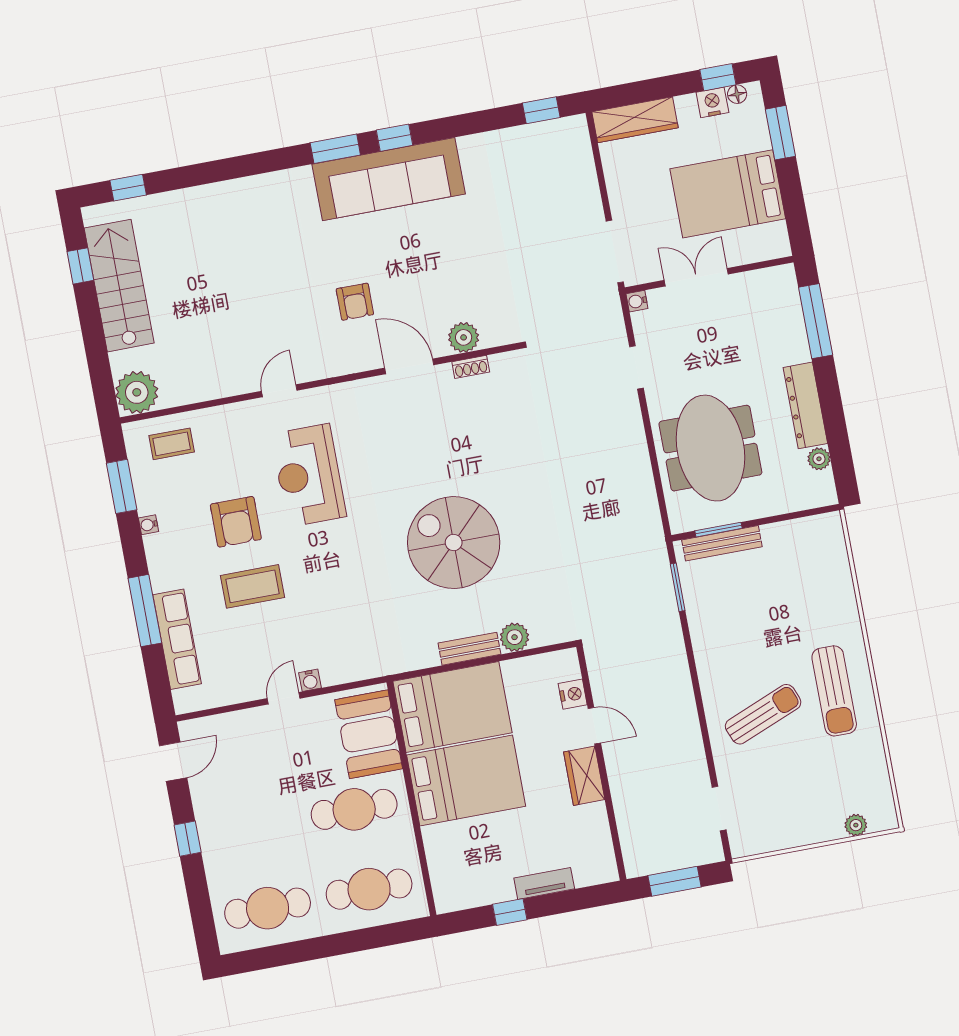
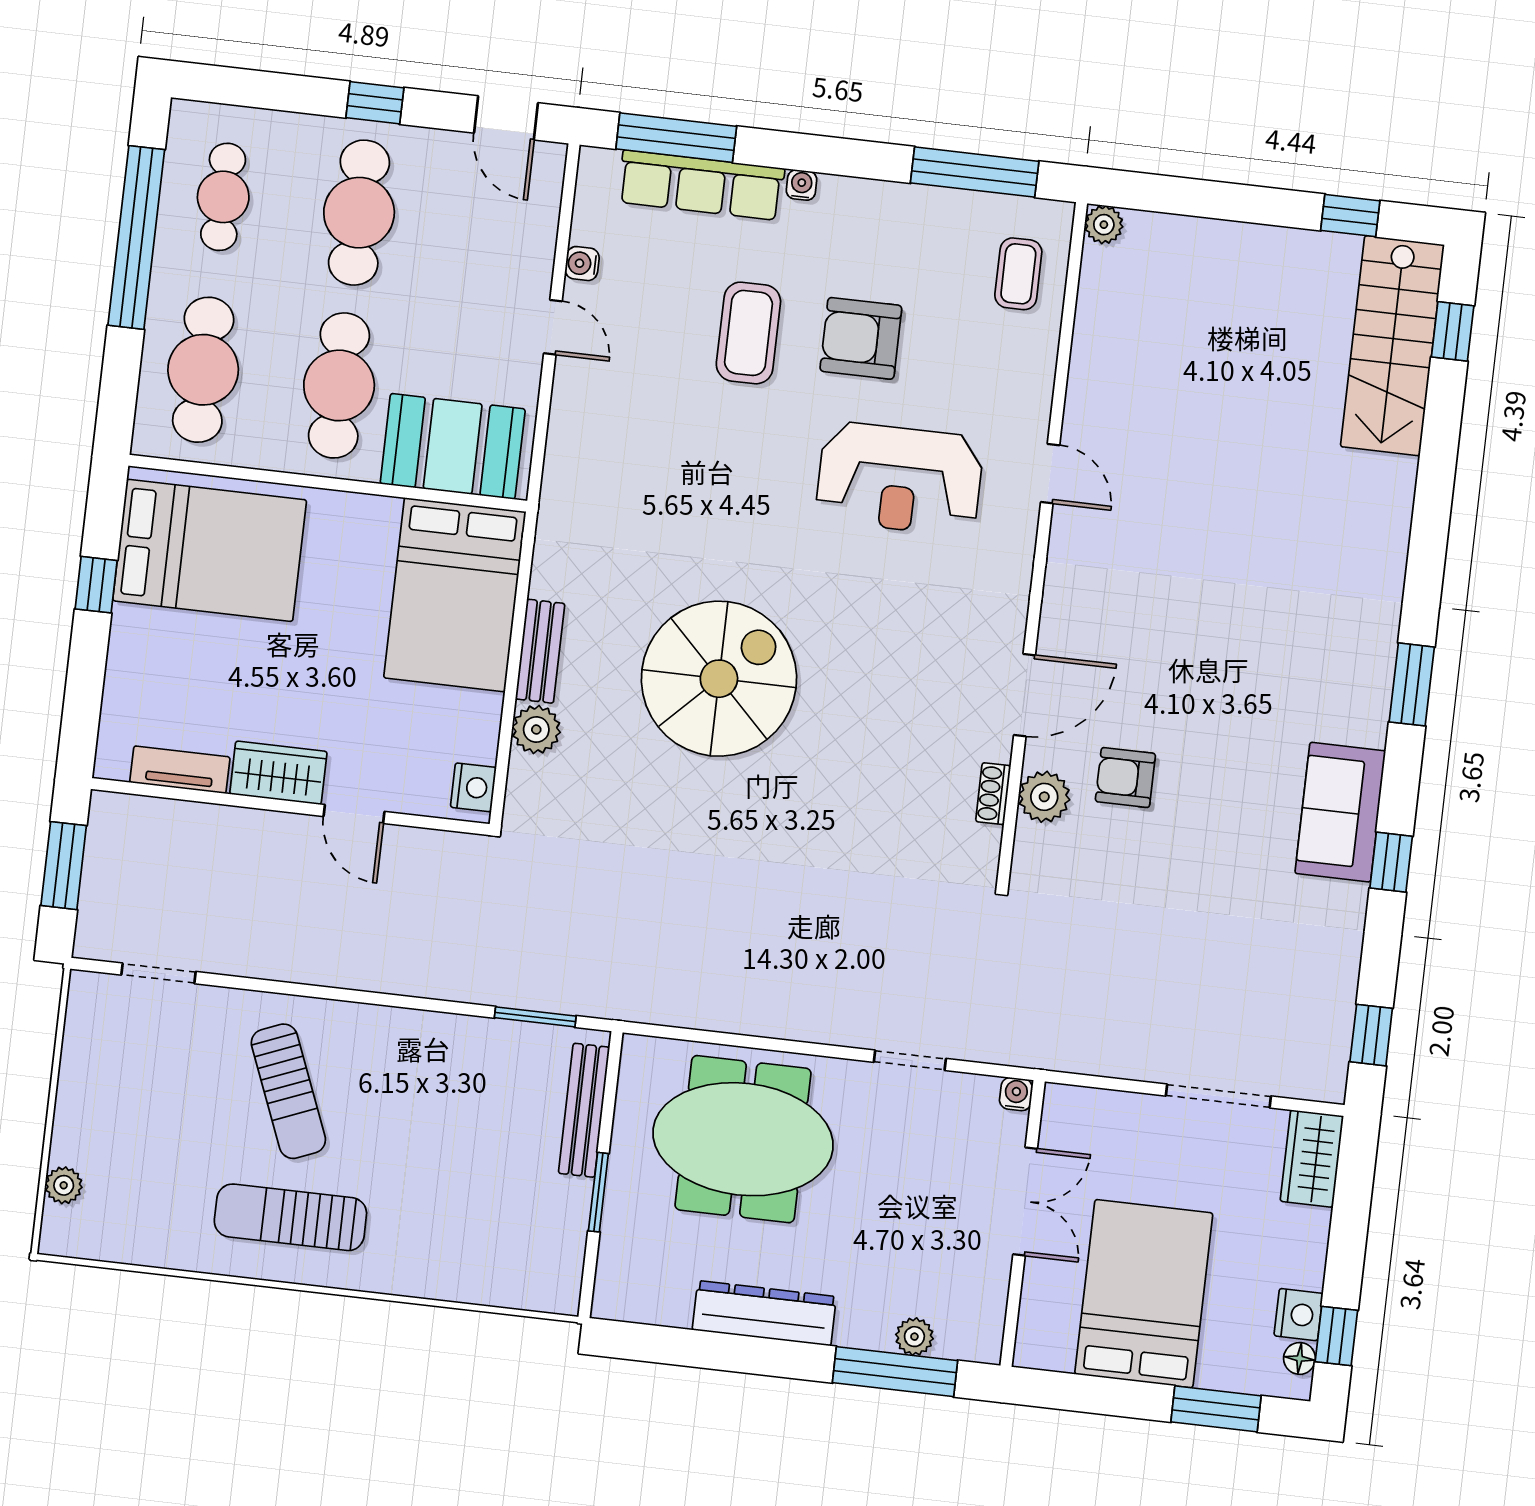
wardrobe: (635, 120) -> (1312, 1159), width x0.67
window: (395, 138) -> (1391, 862), moved
sofa: (389, 179) -> (1340, 812), width x0.54, depth x0.79
doorway: (615, 252) -> (1218, 1096), moved
stairs: (119, 286) -> (1392, 346), moved, turned 90
armchair: (355, 302) -> (1125, 778), moved
plant: (137, 392) -> (1104, 225), width x0.53, depth x0.53
plant: (819, 459) -> (914, 1337), moved
reception desk: (309, 475) -> (900, 479), turned 180
window: (122, 486) -> (975, 172), width x1.44
water cooler: (148, 525) -> (801, 185), moved
window: (719, 530) -> (598, 1192), moved
window: (145, 611) -> (676, 138), moved
water cooler: (310, 680) -> (582, 264), moved
nightstand: (573, 694) -> (473, 787), moved, turned -90
door: (594, 726) -> (354, 814), hinge flipped
bed: (466, 781) -> (210, 550), moved, turned -90
cafe table: (253, 828) -> (359, 213), added
tv unit: (544, 883) -> (180, 770), moved, turned -90
cafe table: (268, 908) -> (223, 197), width x0.73, depth x0.74
window: (306, 950) -> (136, 237), added

